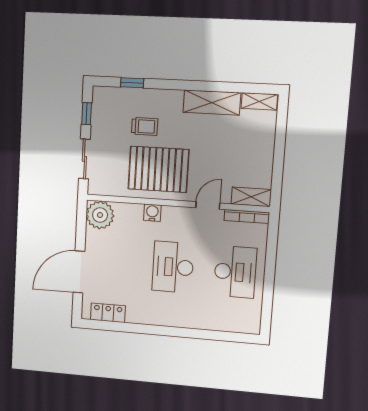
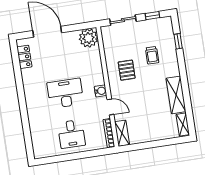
pallet: (158, 169) -> (127, 70), width x0.49, depth x0.50
water cooler: (152, 213) -> (101, 91), moved
desk: (235, 272) -> (71, 134), width x0.73

